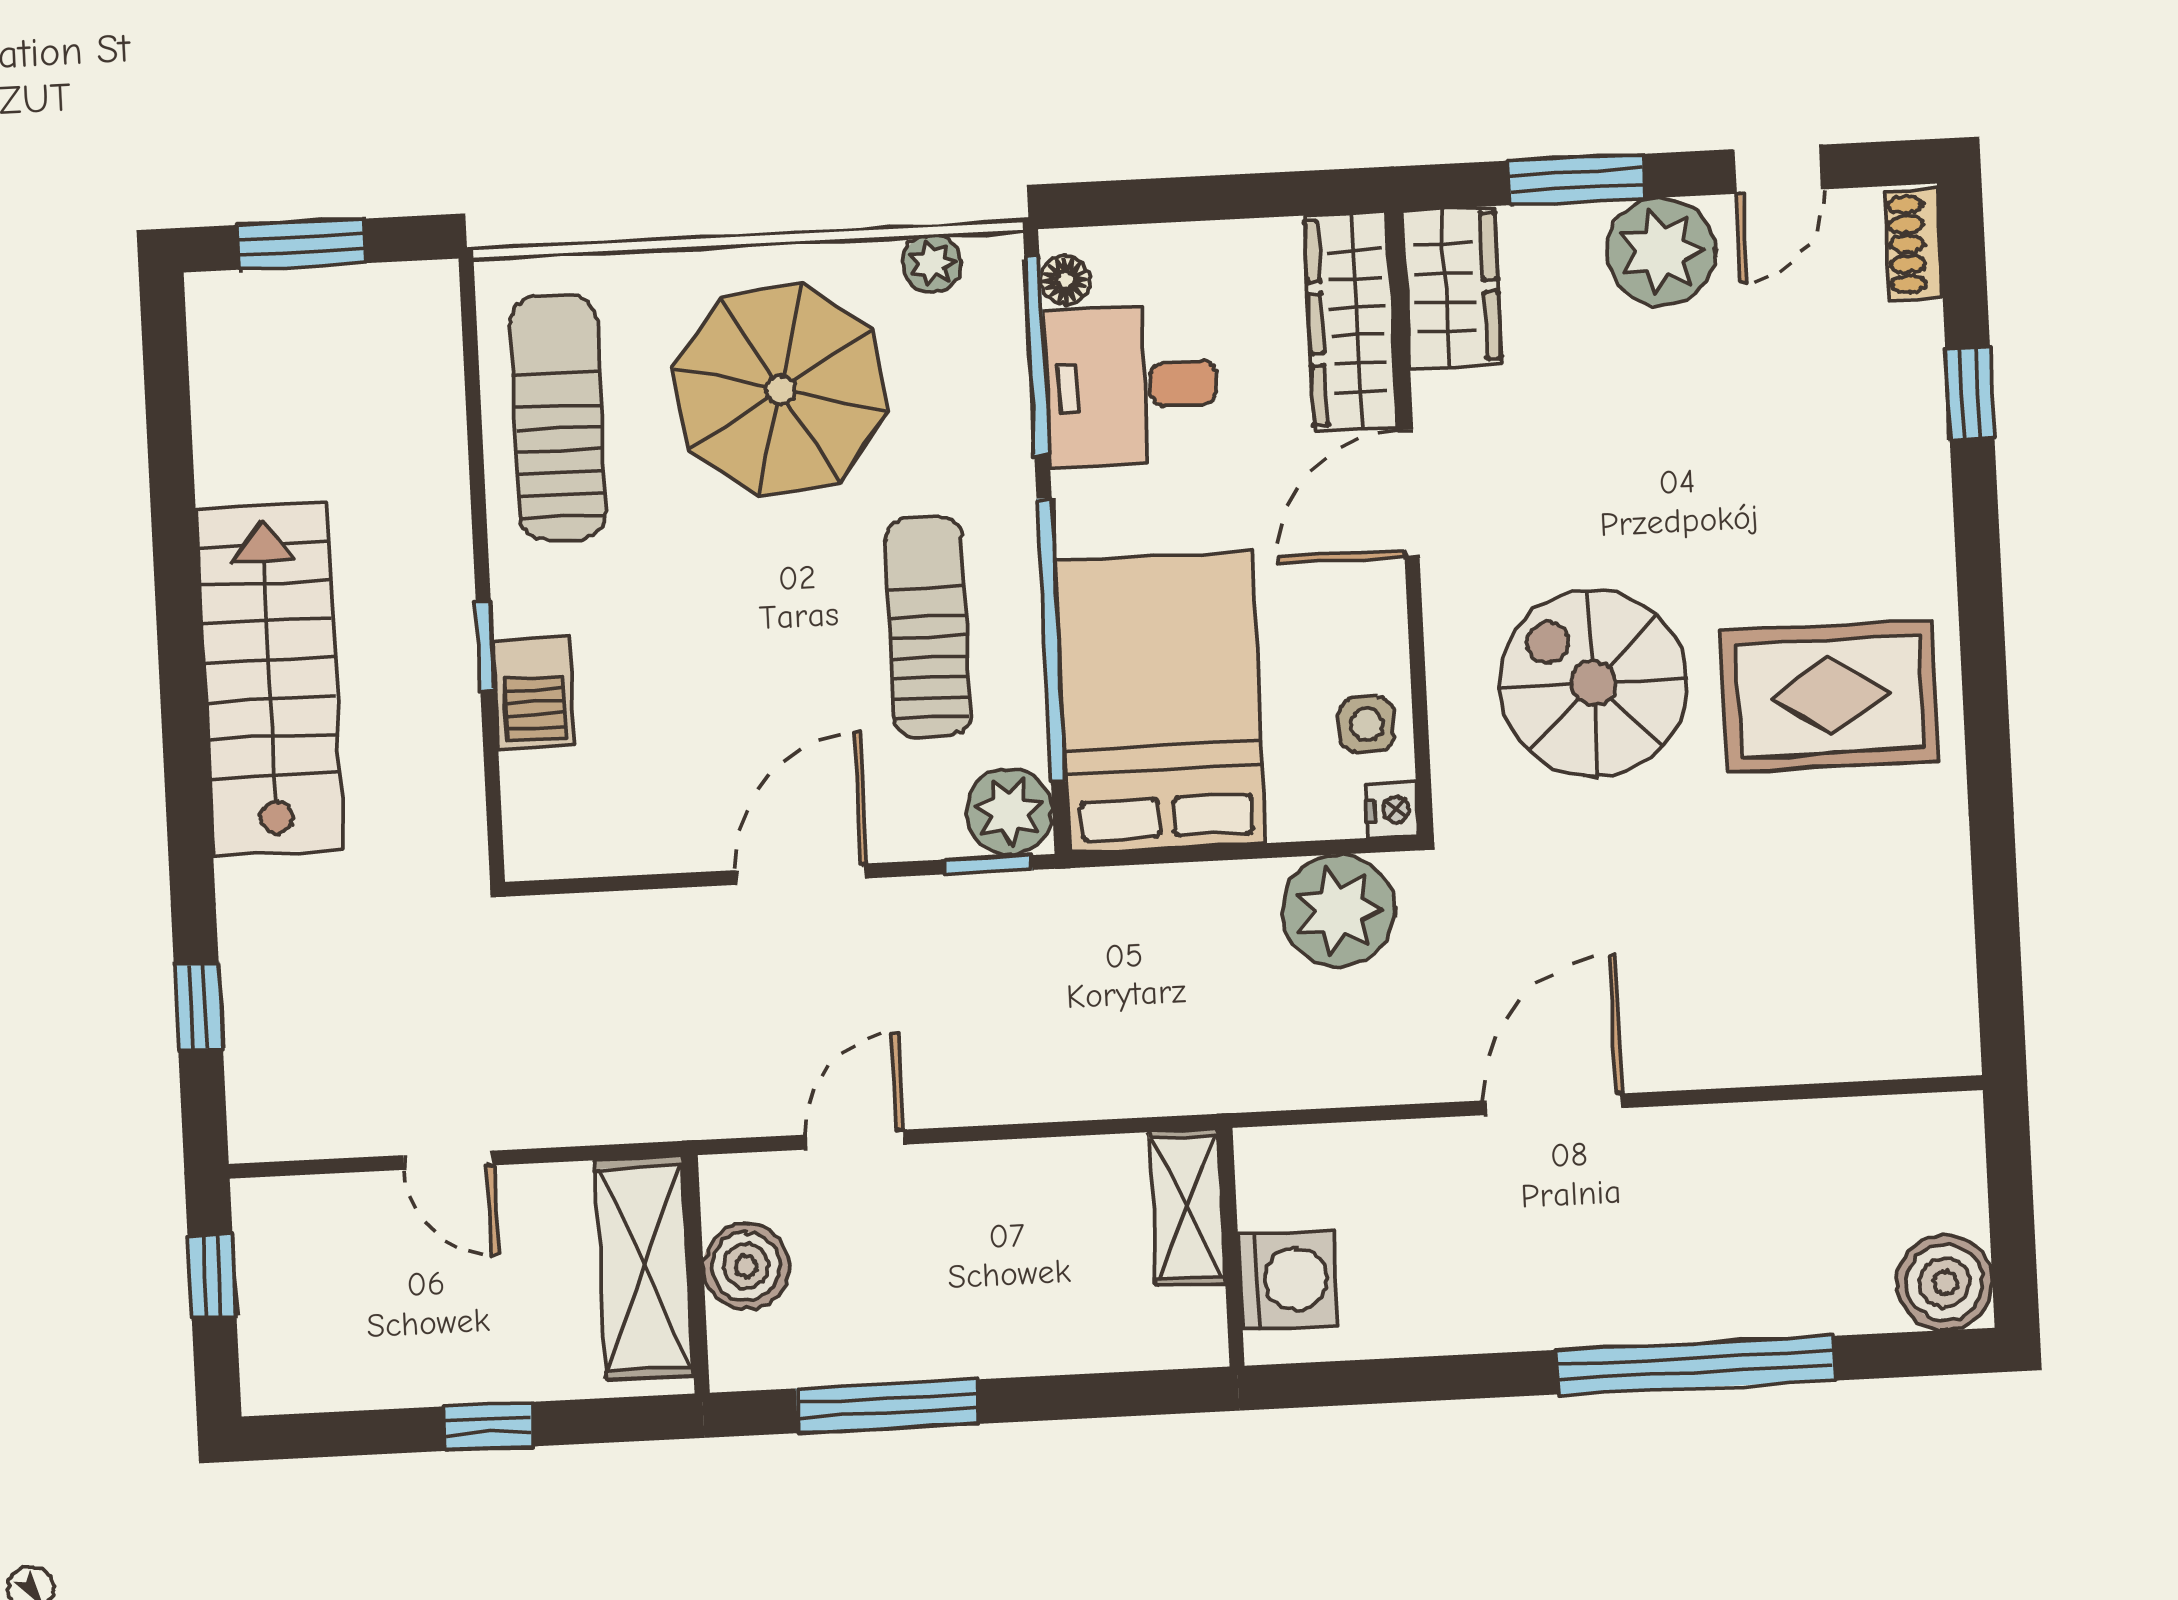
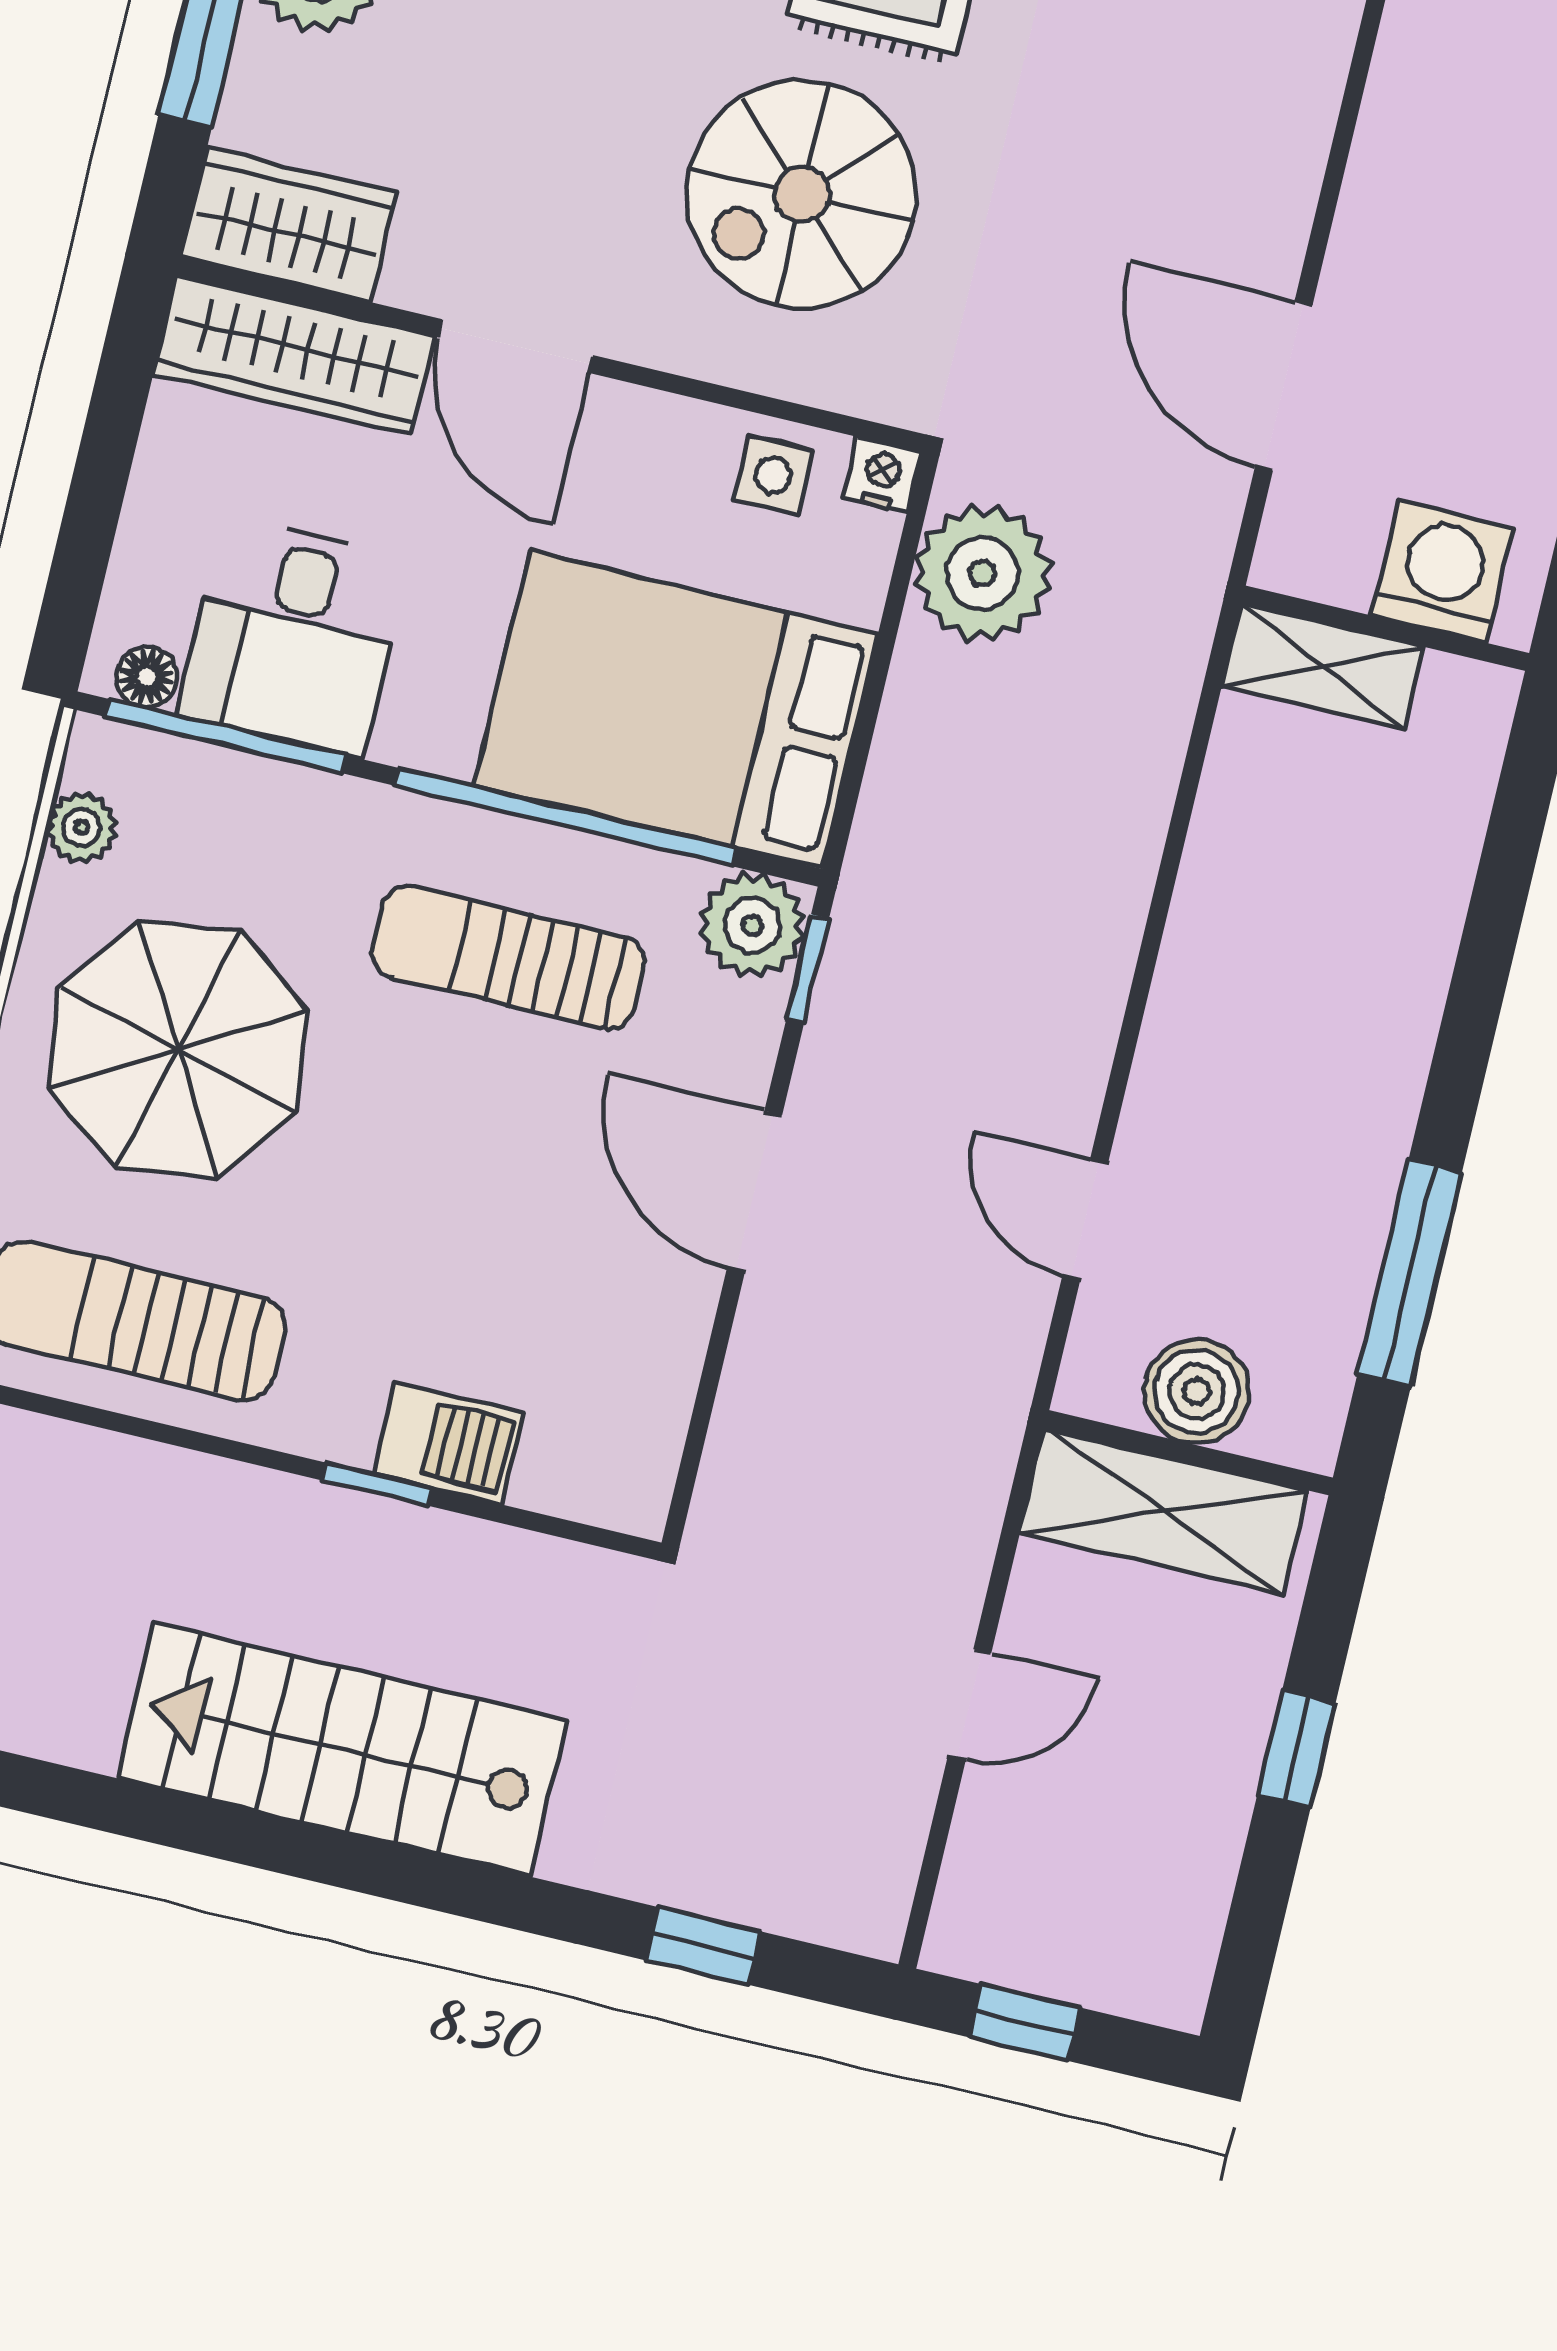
shelving: (1187, 1207) -> (1323, 666), moved
wall: (1231, 1247) -> (1385, 628), moved
washing machine: (1288, 1280) -> (1443, 572), moved

